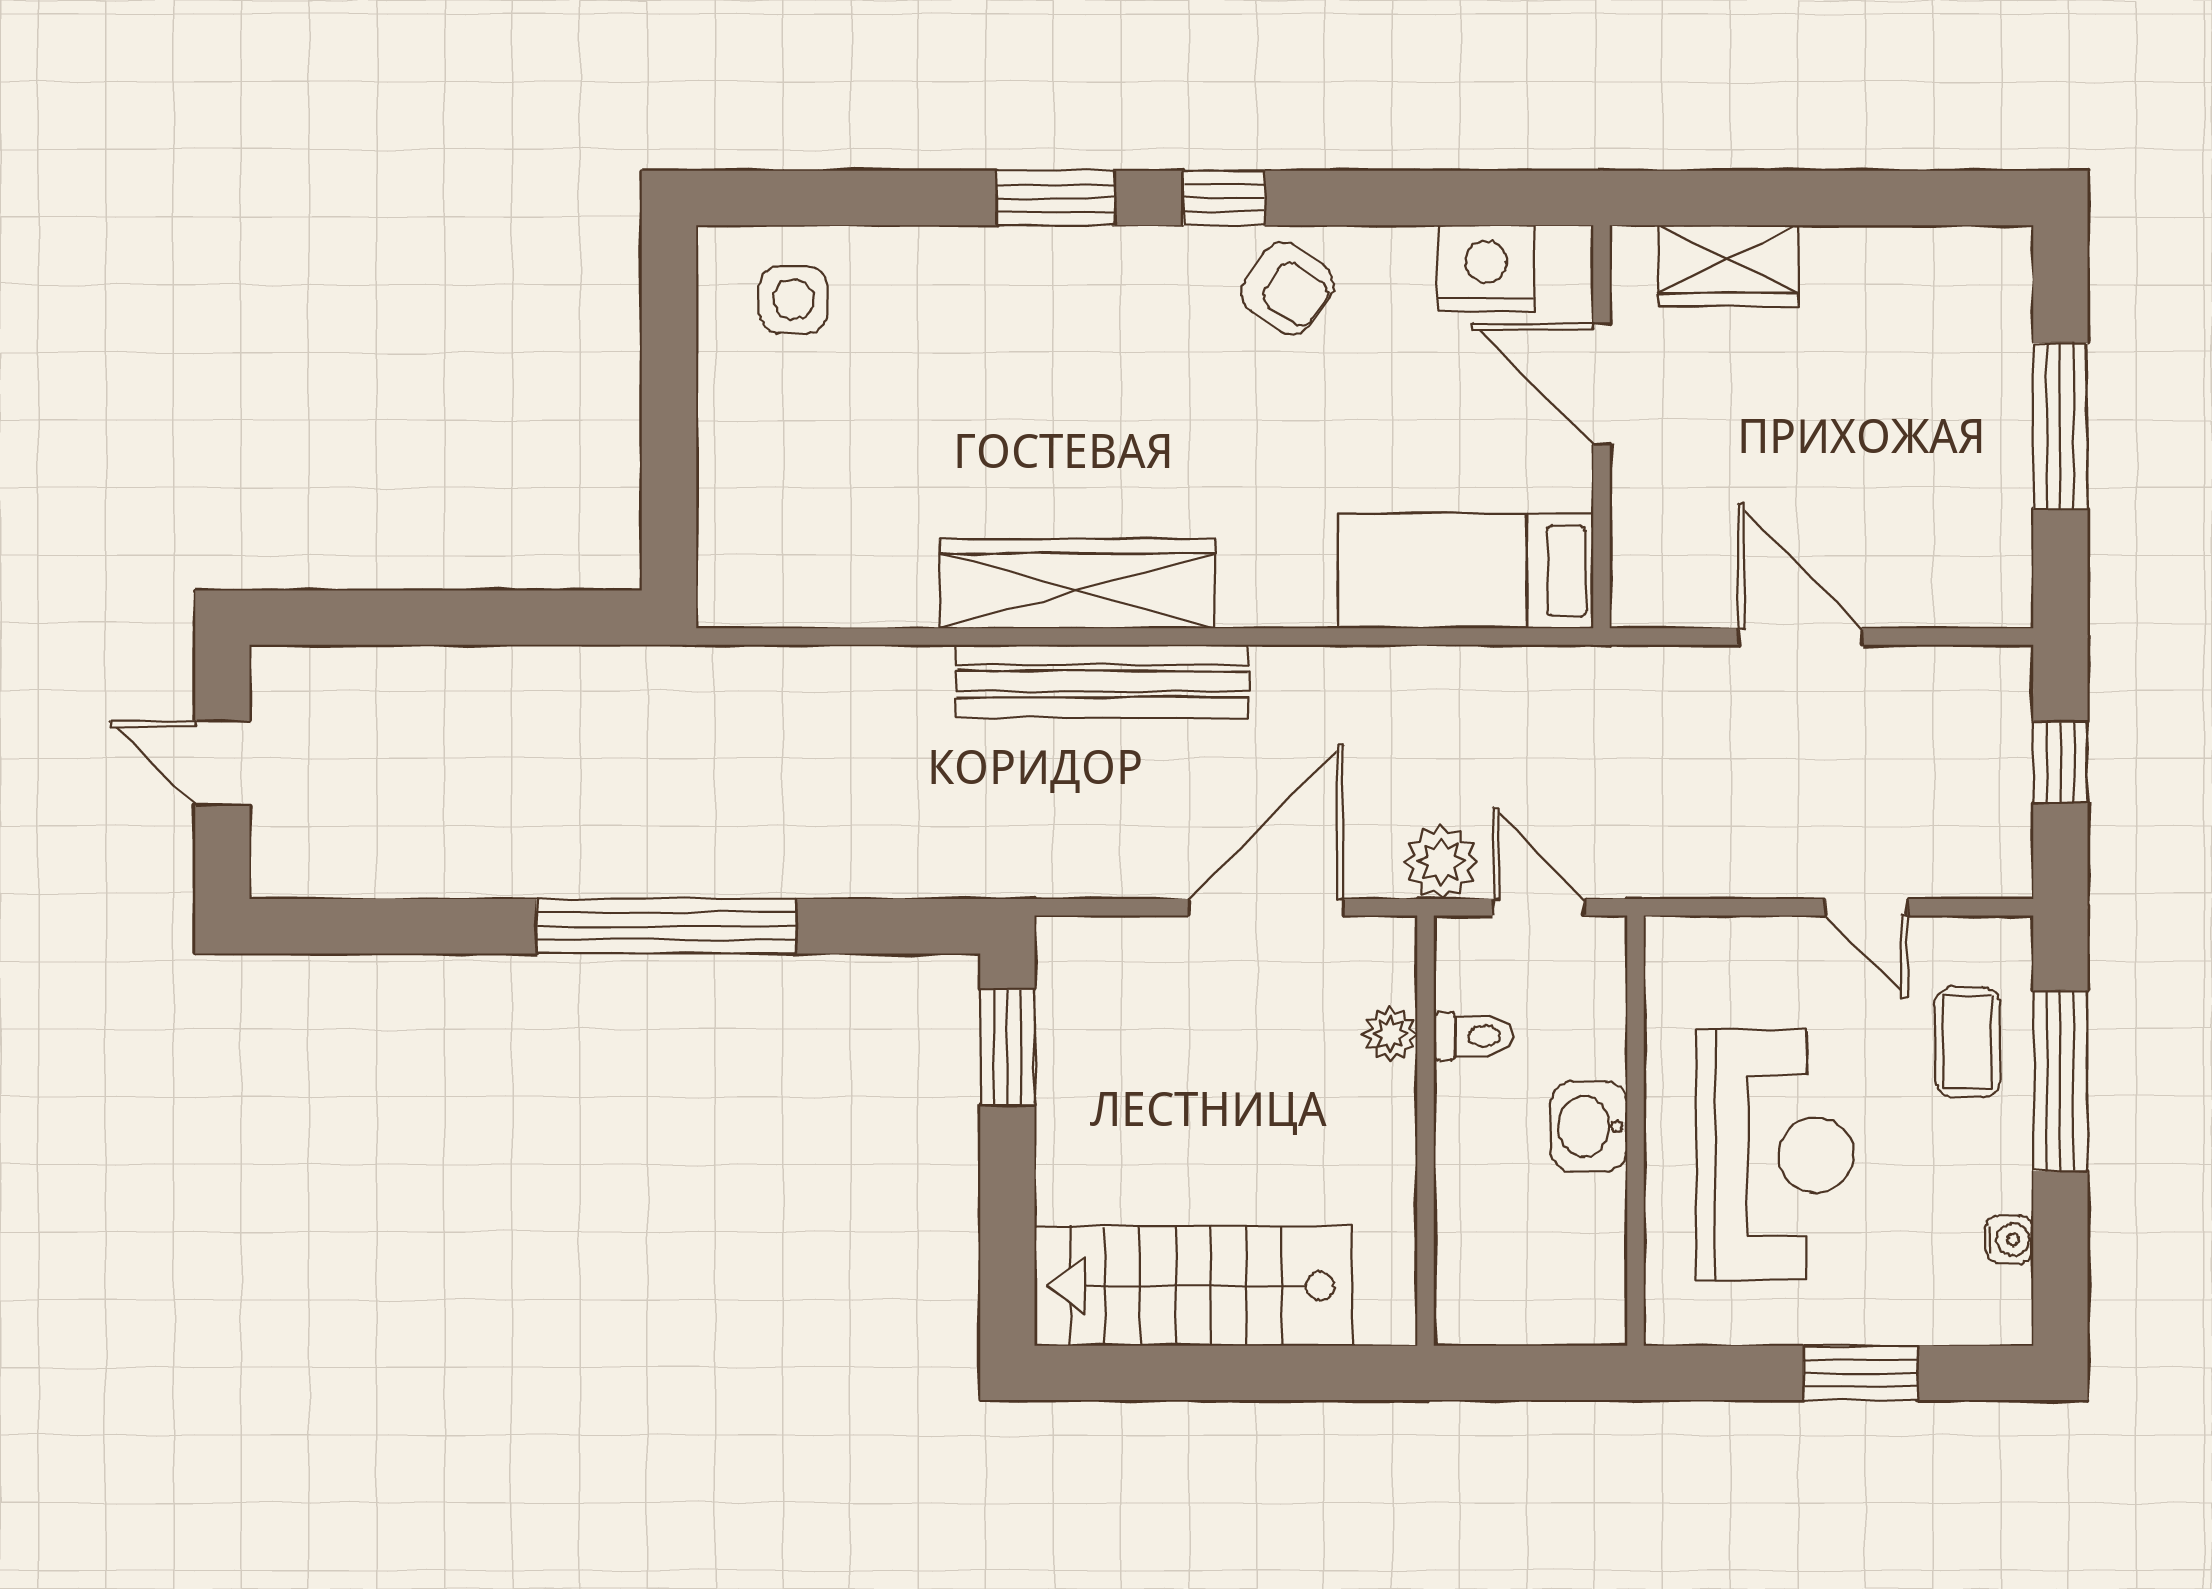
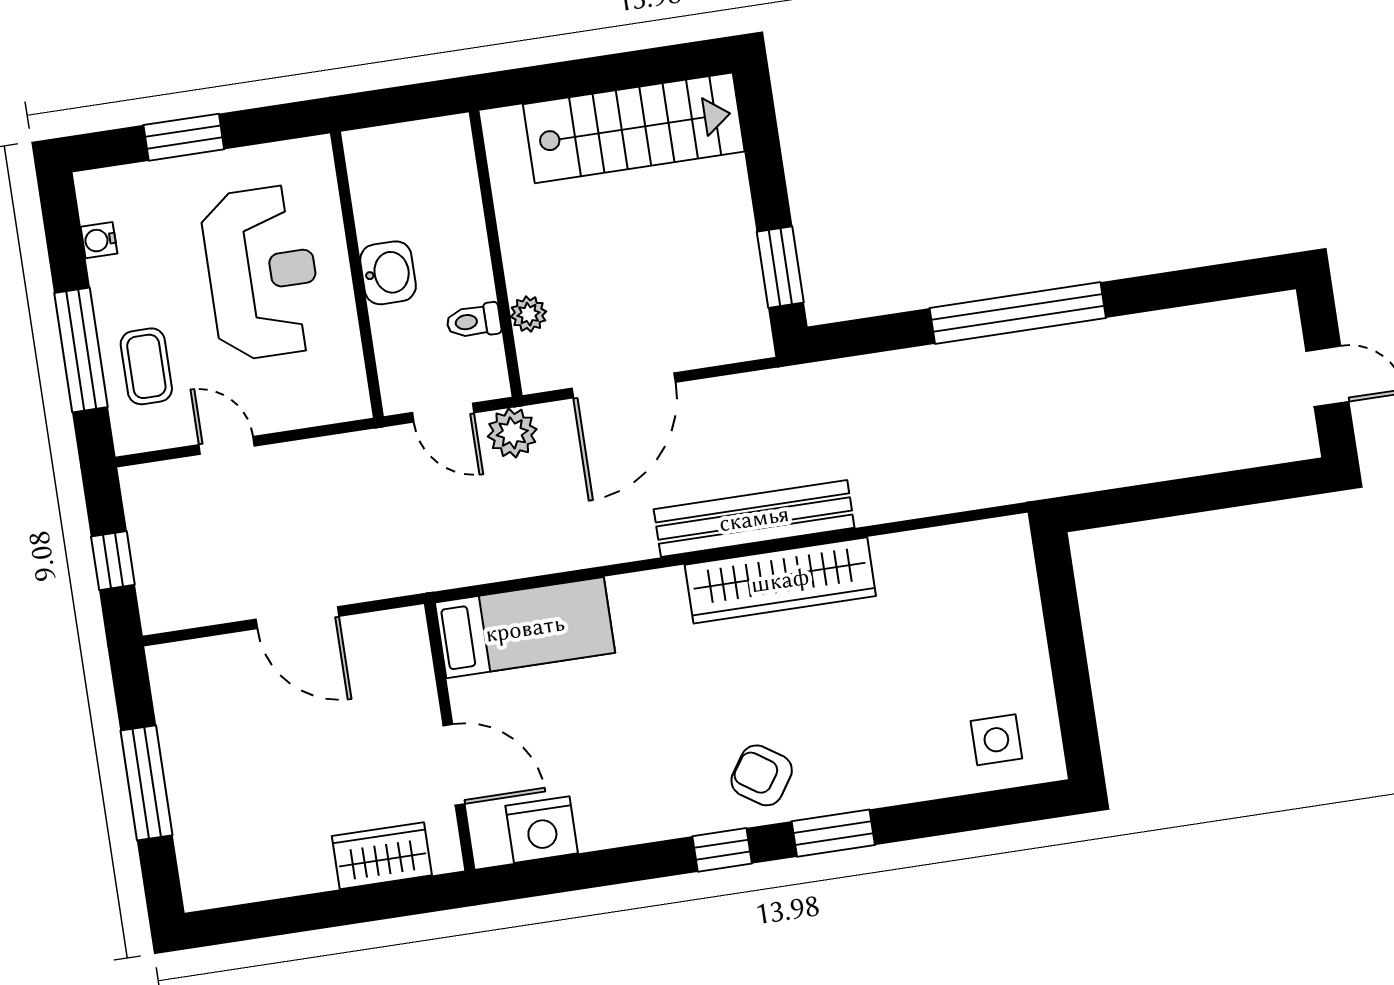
armchair: (1287, 289) -> (762, 775), moved
reception desk: (1775, 1155) -> (262, 273), turned 180

